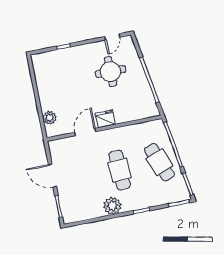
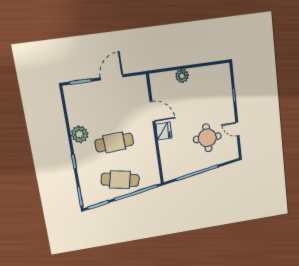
door: (112, 37) -> (237, 129), moved
plant: (50, 118) -> (182, 76), moved
cafe table: (159, 162) -> (120, 180), turned 33

